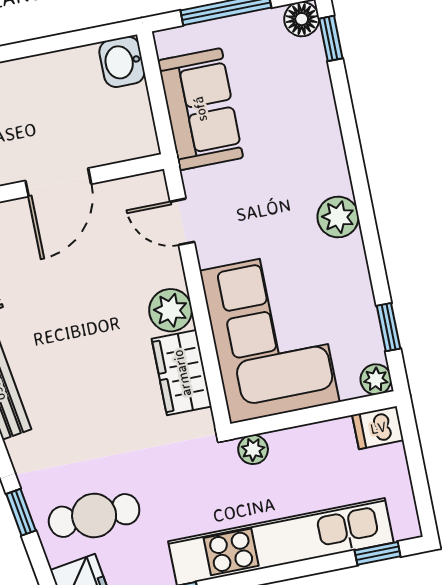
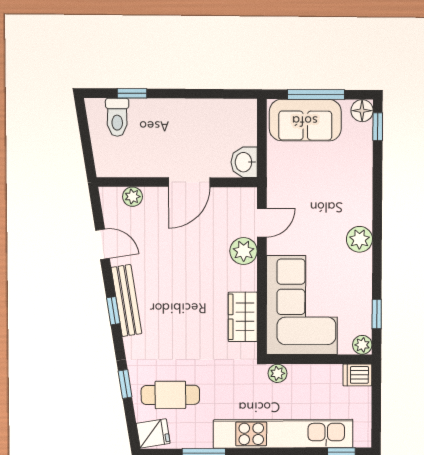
washbasin: (122, 62) -> (244, 162), moved
sofa: (200, 109) -> (305, 120), moved, turned 90
door: (182, 222) -> (262, 223), swing flipped
plant: (171, 310) -> (244, 251), moved

